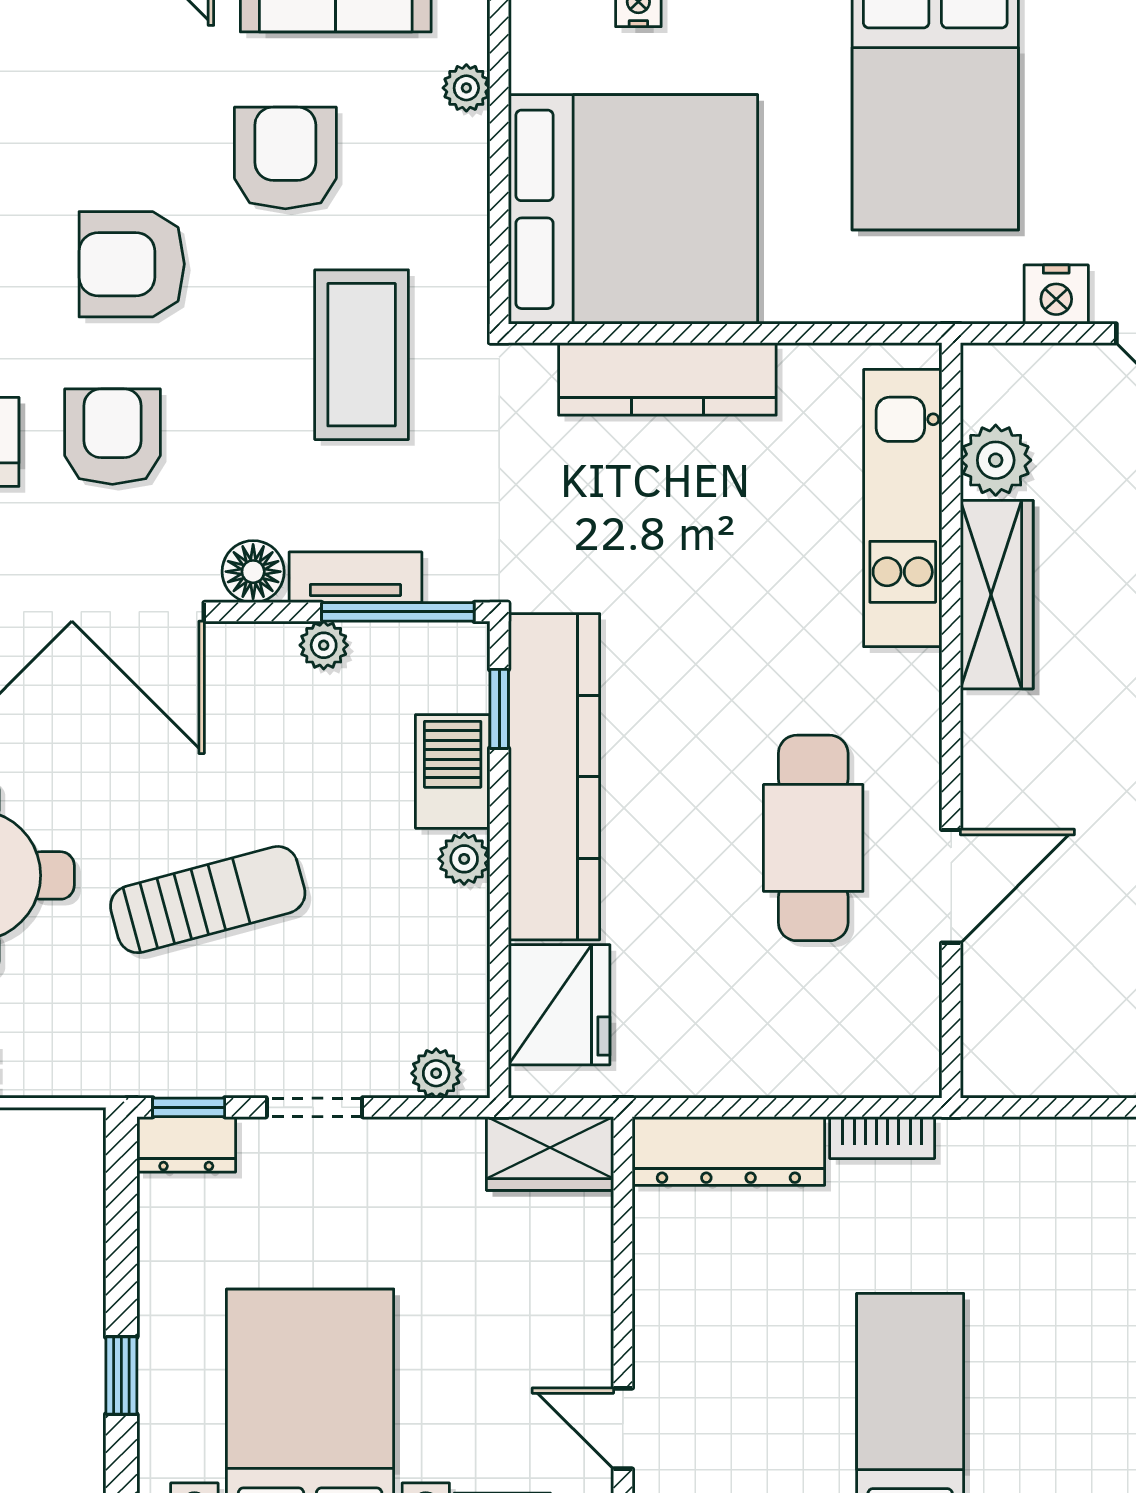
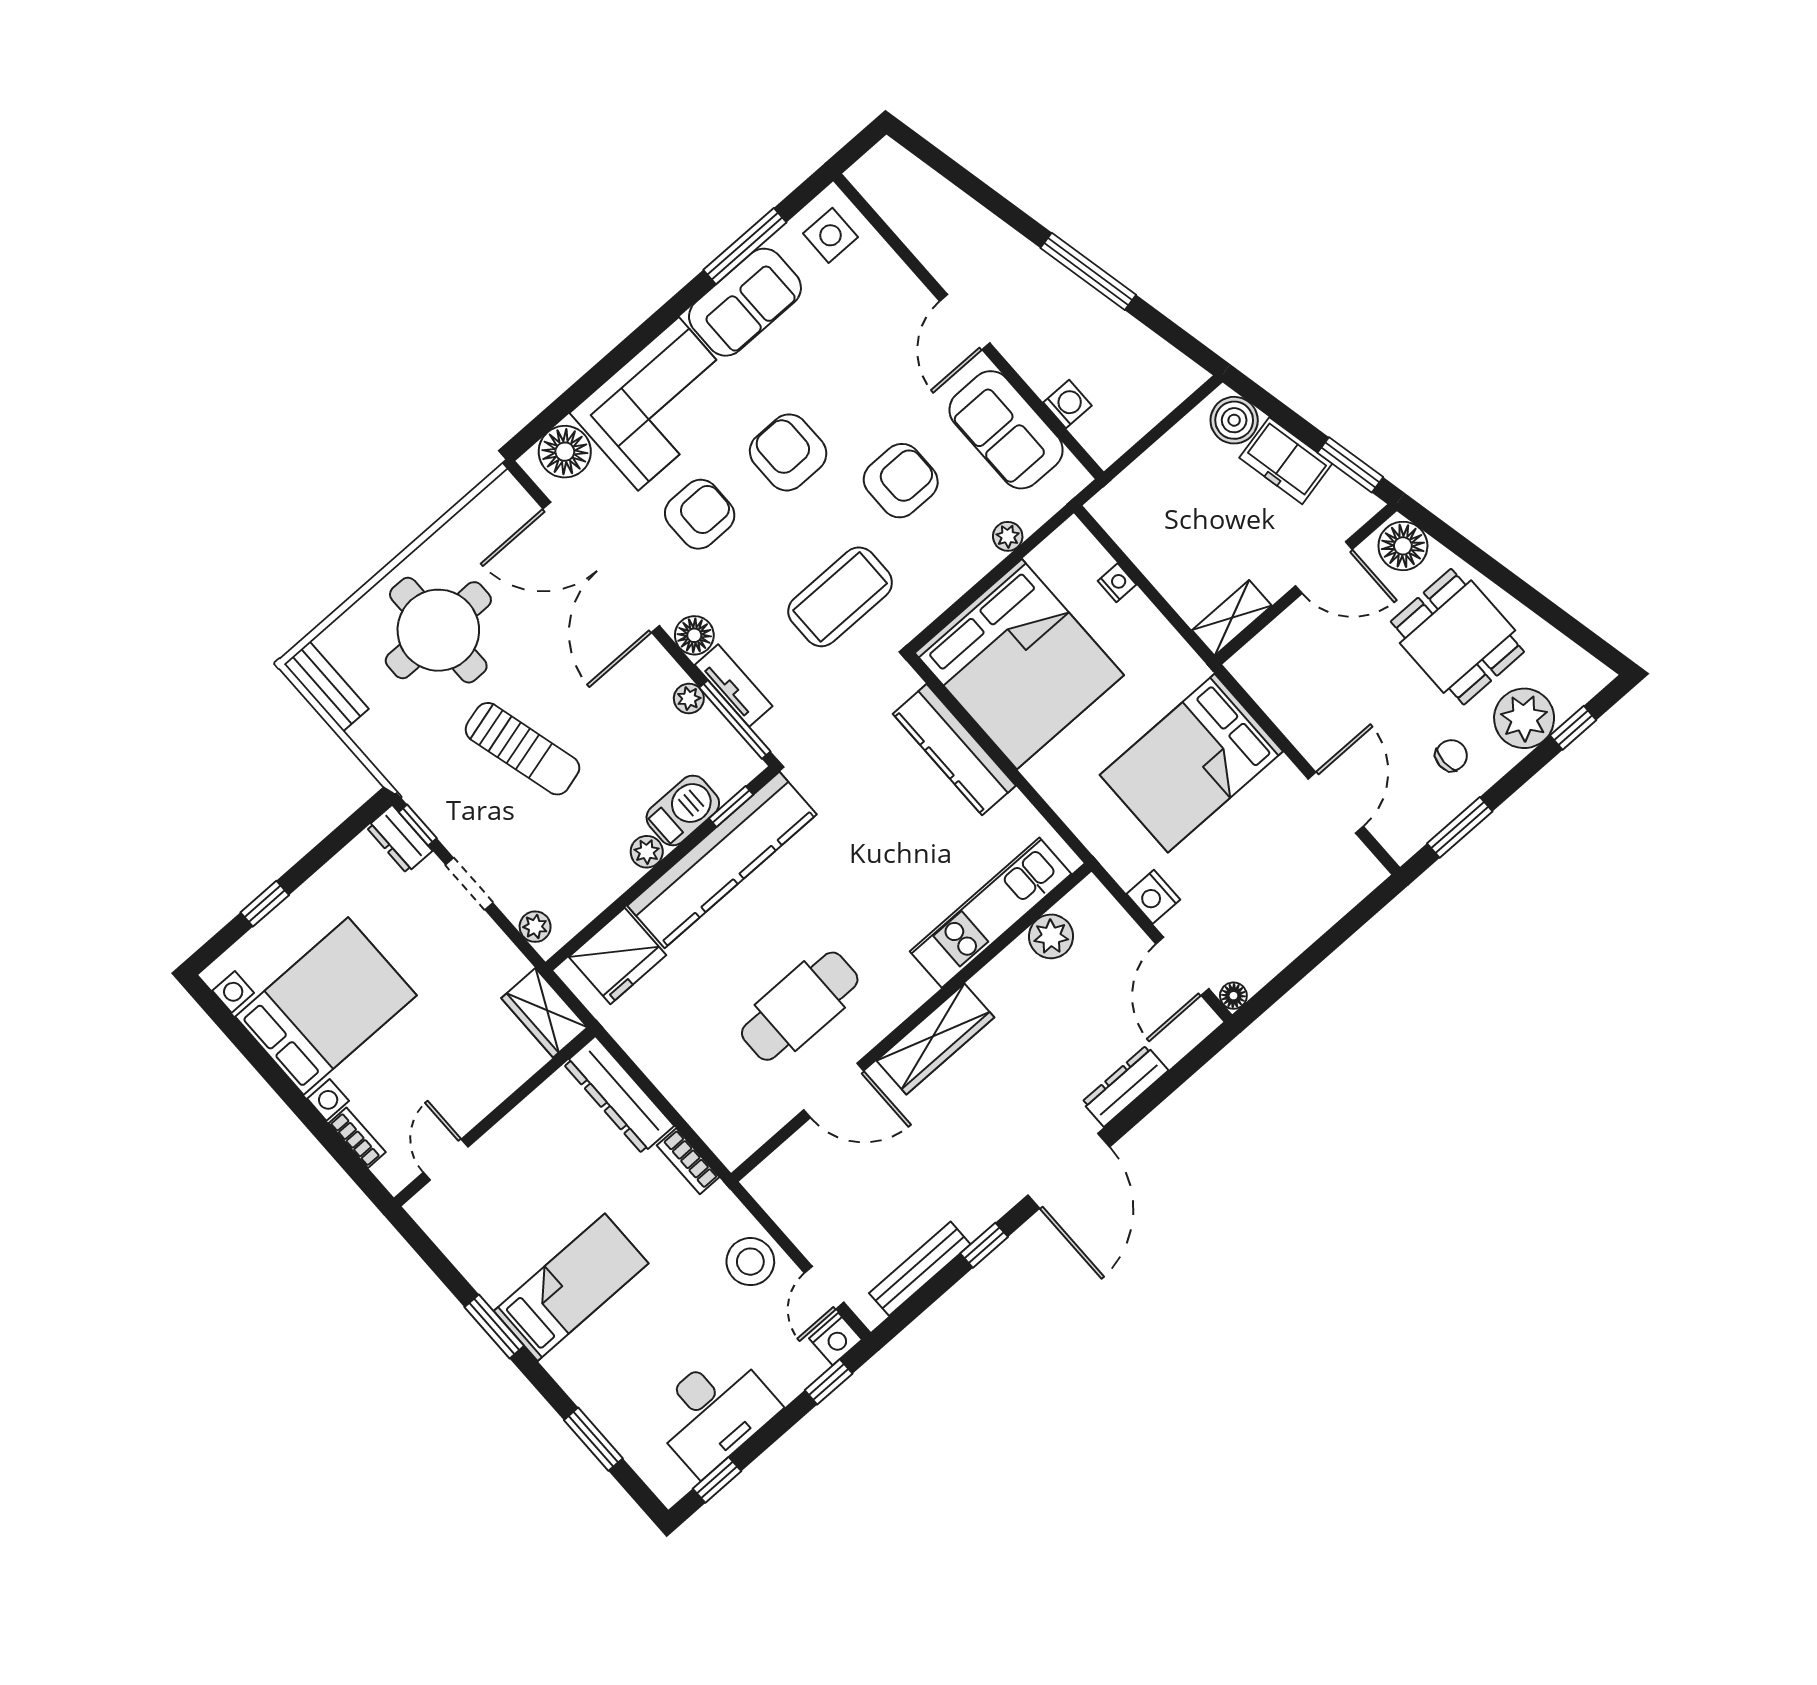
wardrobe: (997, 595) -> (935, 1039), moved
stool: (1069, 1169) -> (750, 1262), added

